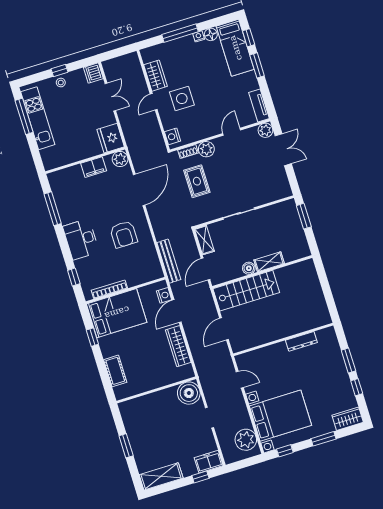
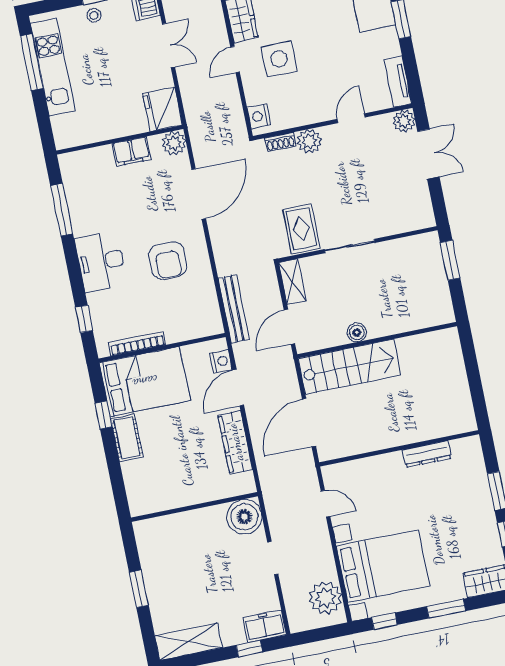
rug: (197, 181) -> (301, 229), moved
shelving: (269, 262) -> (389, 326), removed
door: (224, 329) -> (309, 423), width x1.36
cot: (115, 371) -> (127, 438), moved

